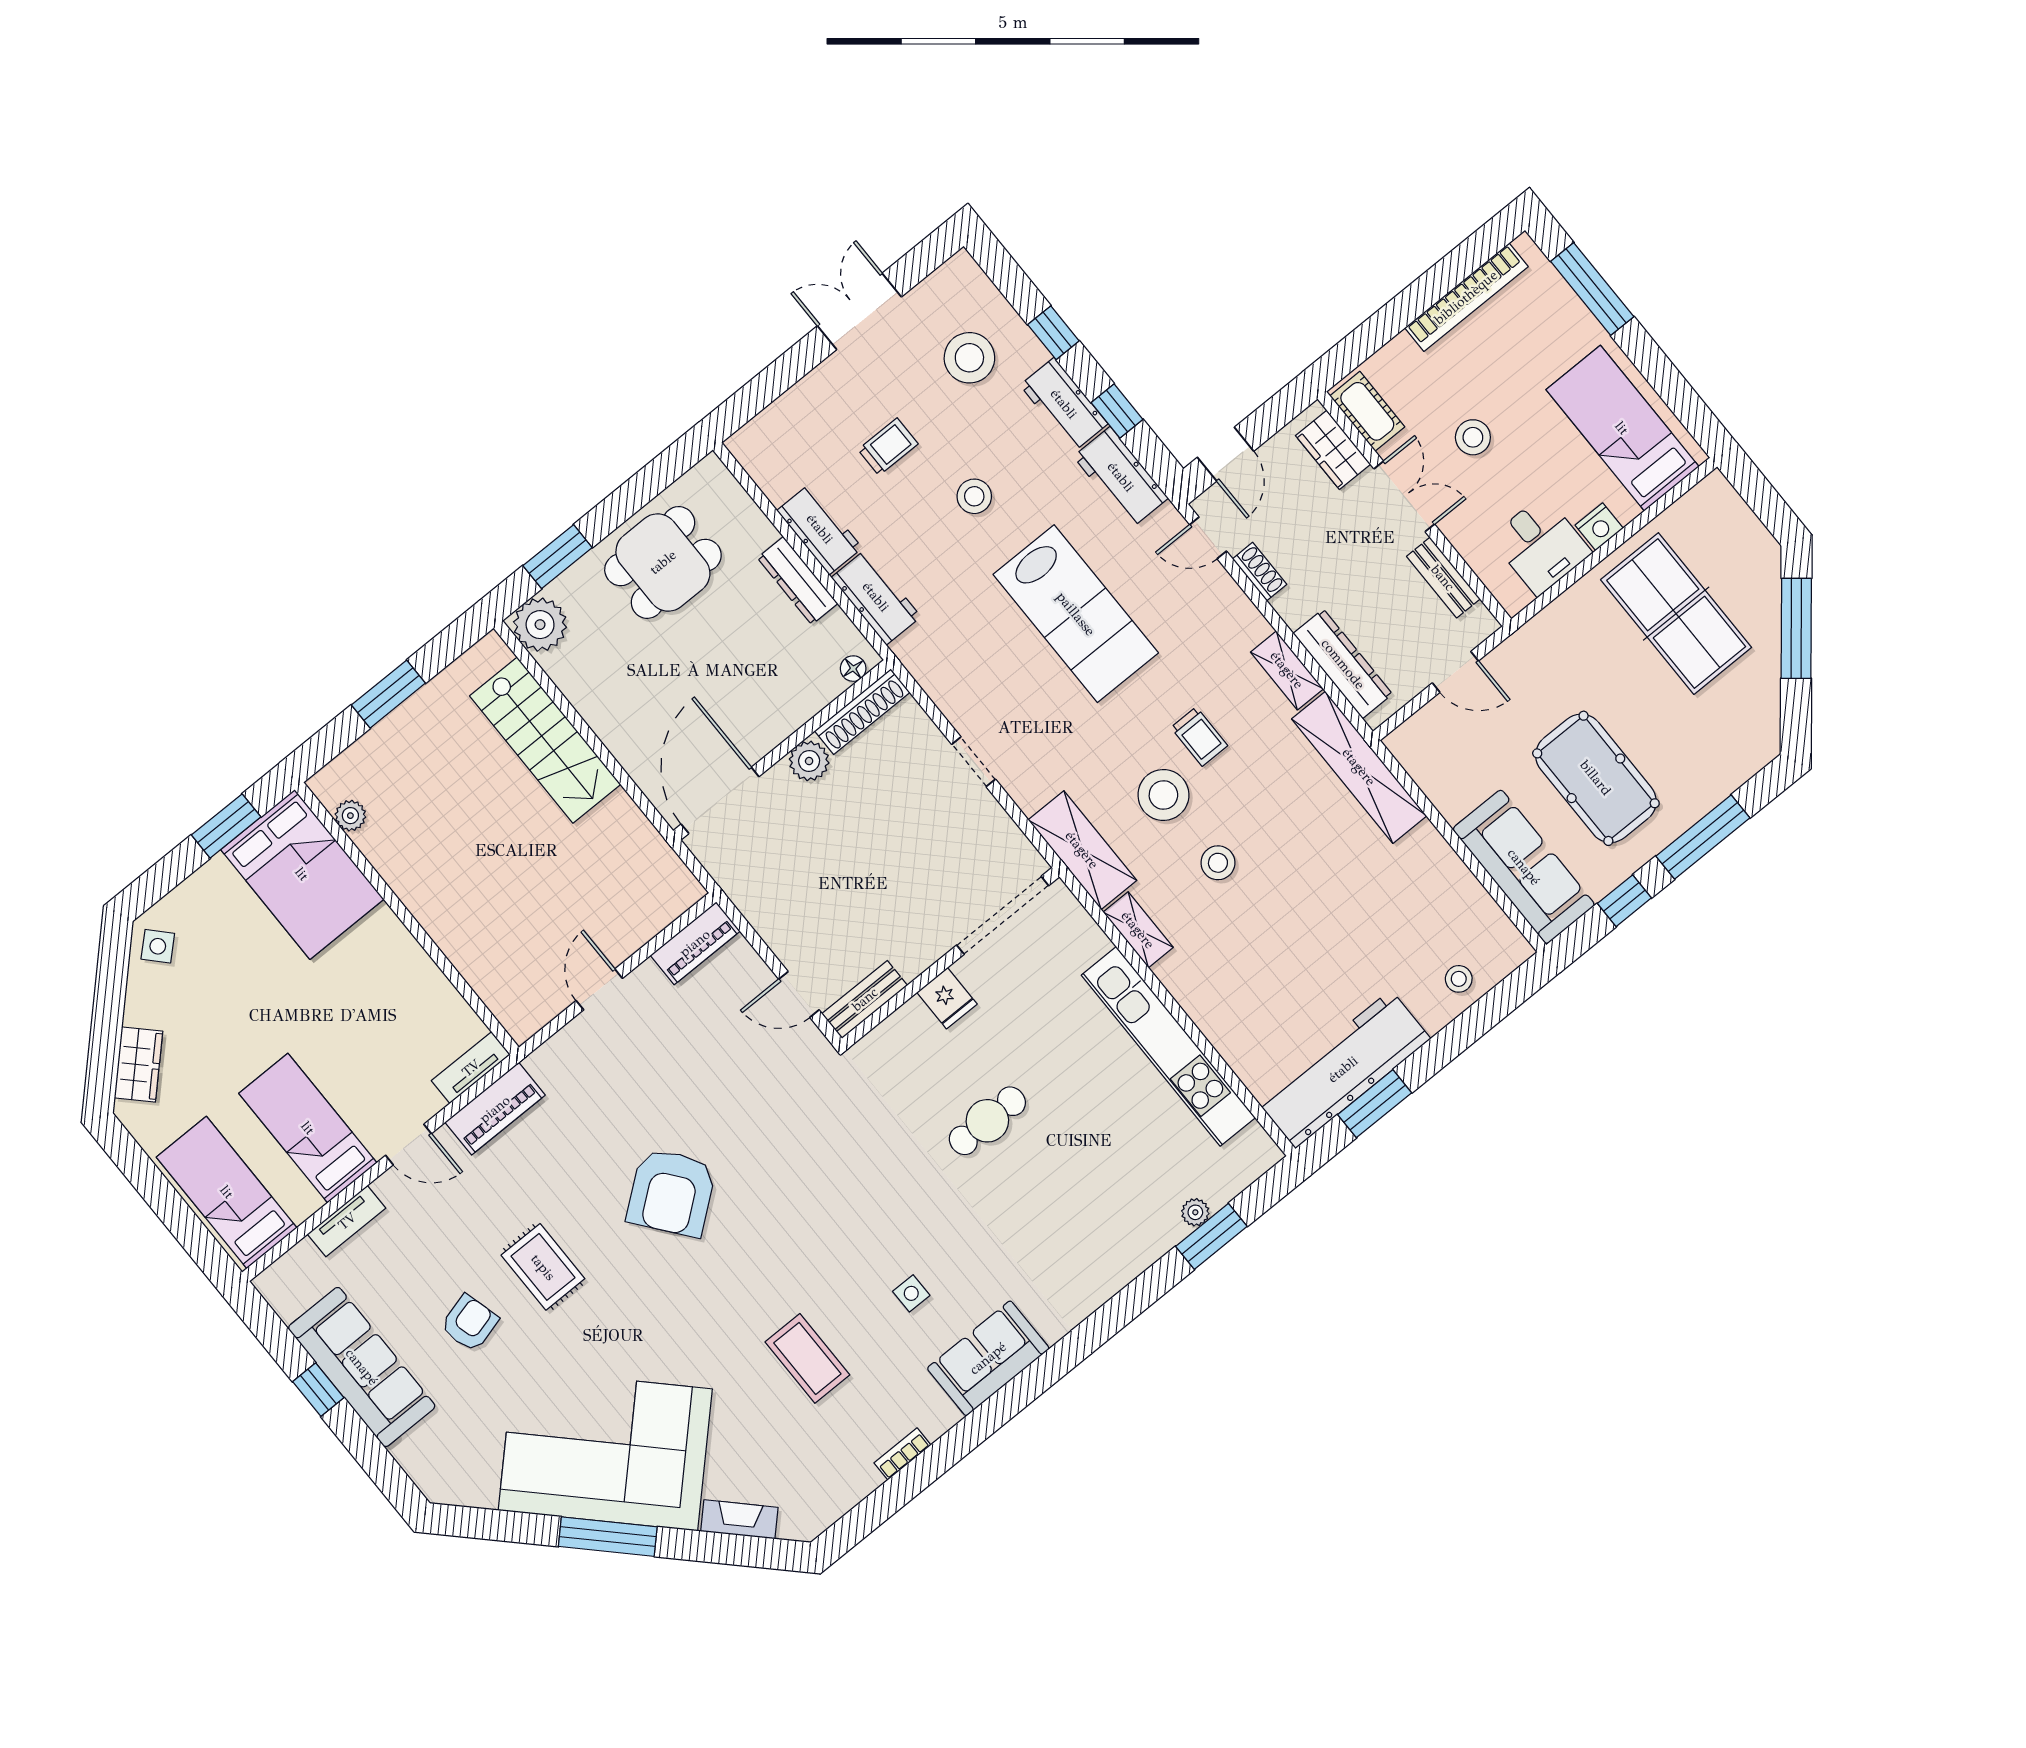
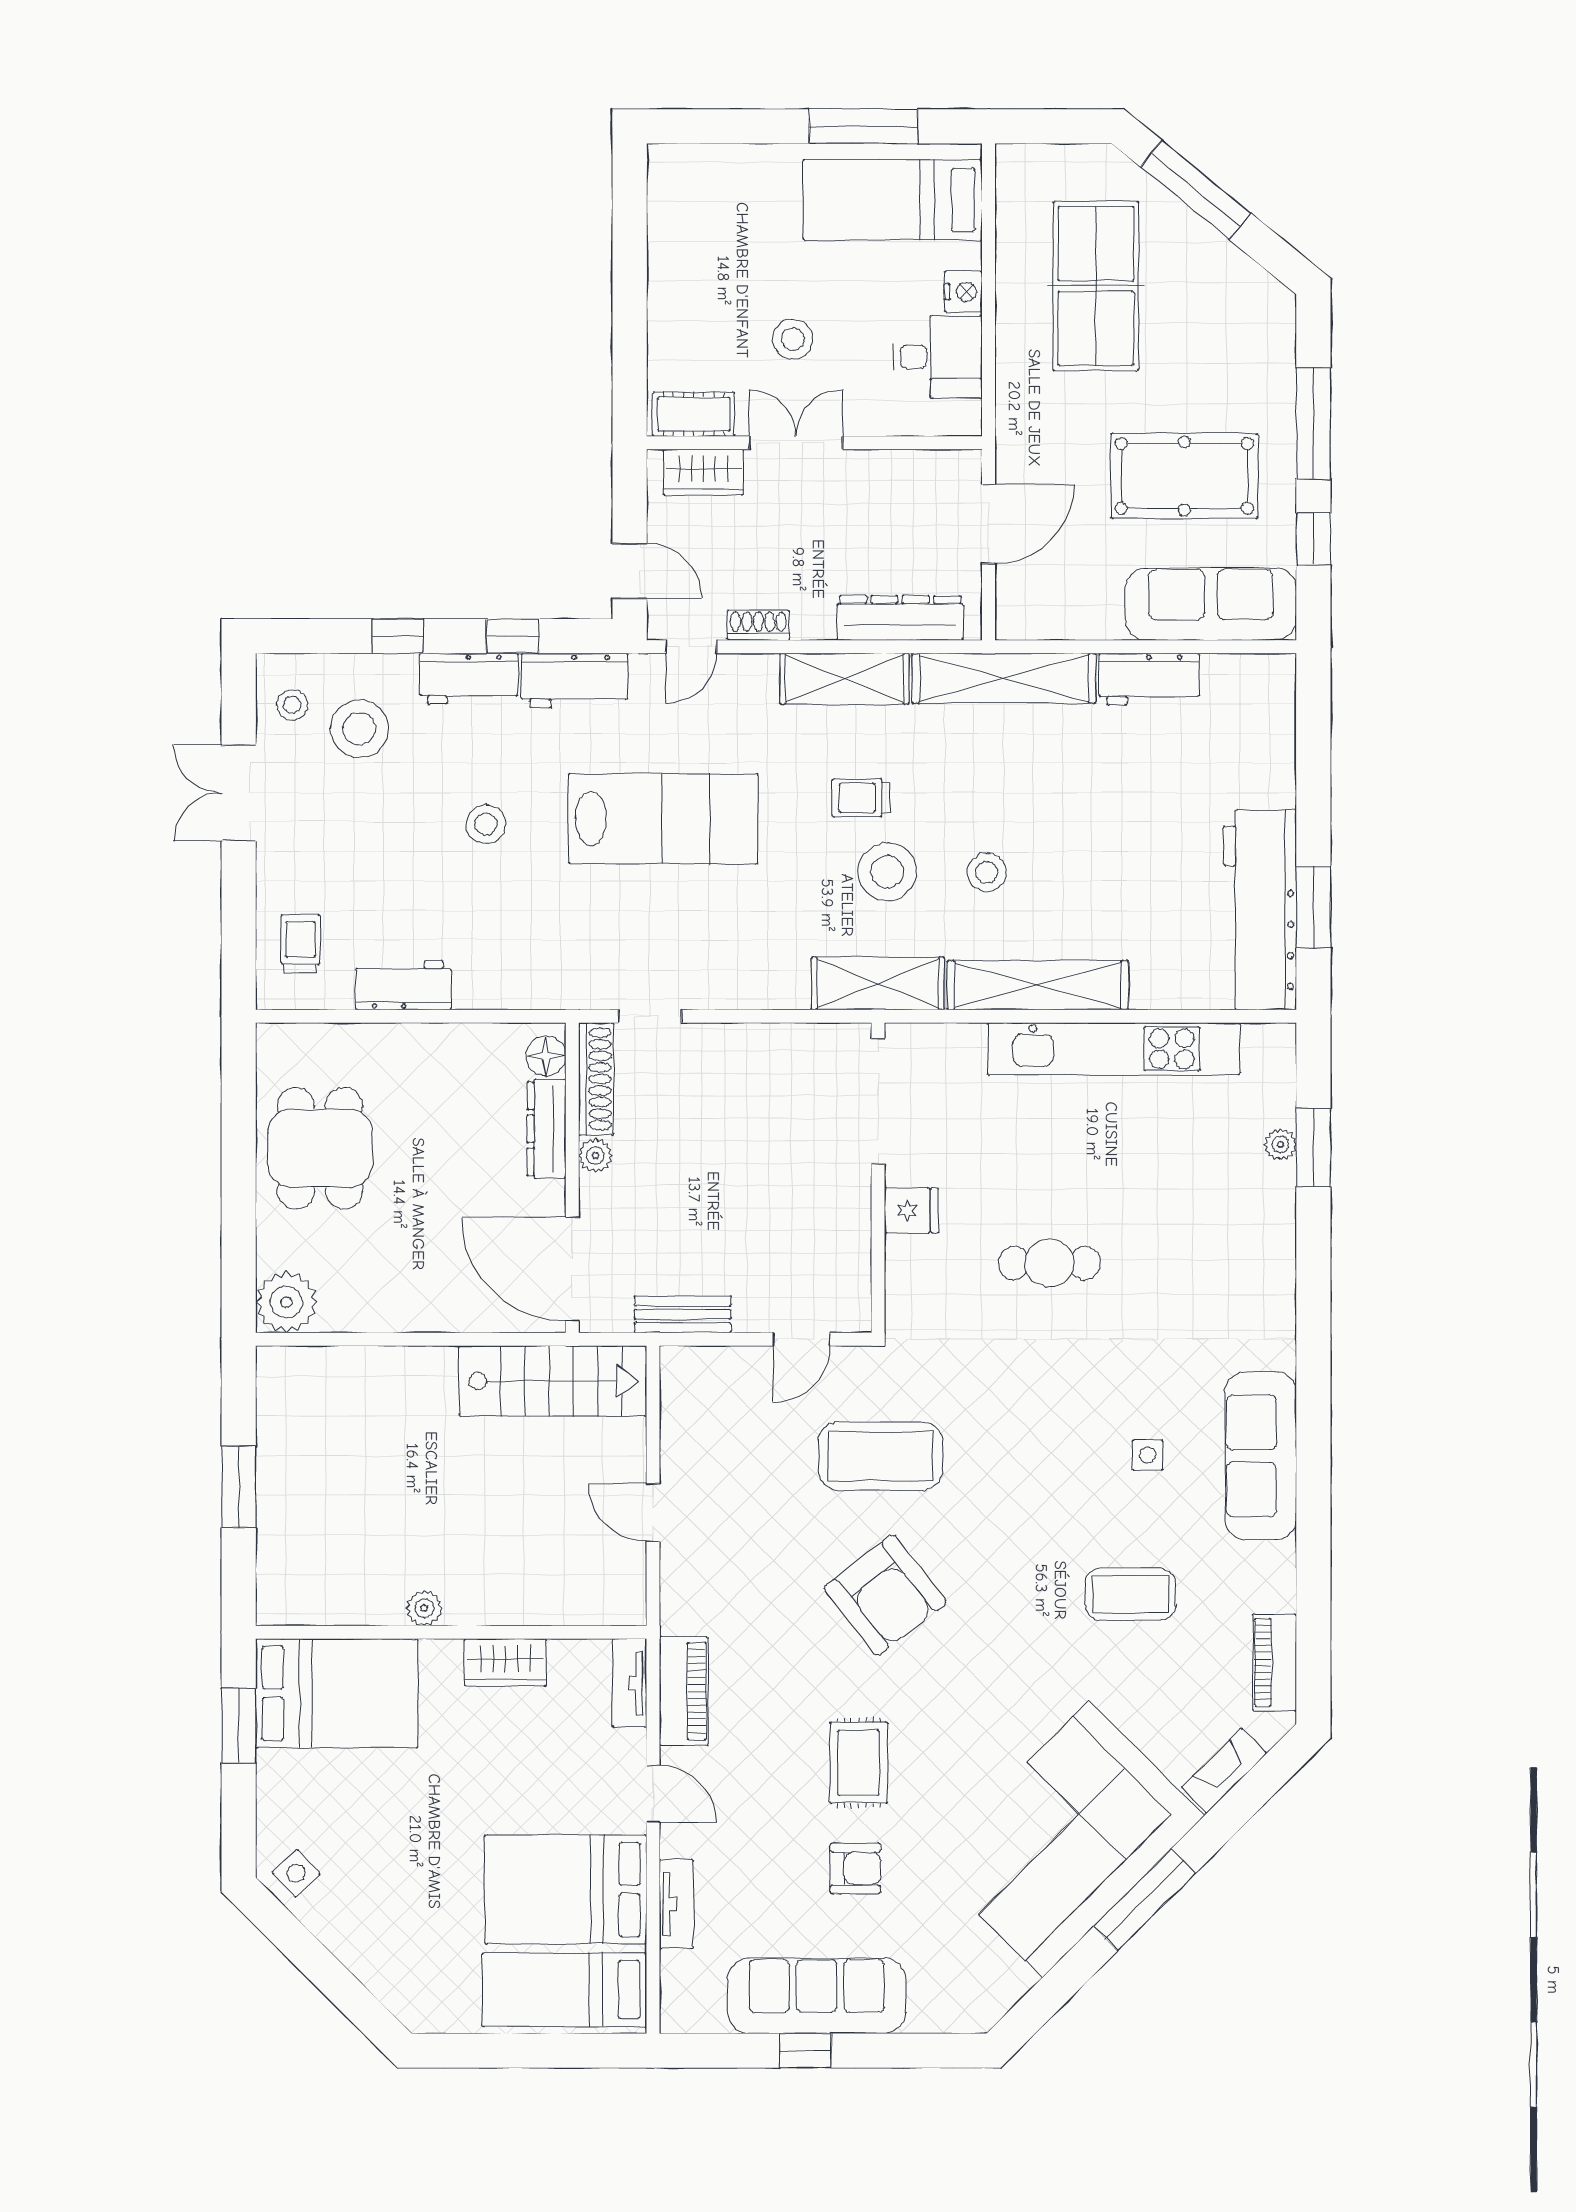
window: (1592, 289) -> (864, 126), moved
bookcase: (1466, 297) -> (664, 244), removed
trolley: (888, 447) -> (300, 944), moved
window: (558, 557) -> (239, 1237), removed
bench: (1443, 578) -> (896, 467), removed
dresser: (797, 581) -> (546, 1129), moved, turned 90
workbench: (876, 597) -> (1149, 679), moved, turned 180
table tennis table: (1676, 614) -> (1096, 286), turned 90
floor lamp: (853, 669) -> (546, 1056), width x1.37, depth x1.37
shelving: (1287, 670) -> (844, 679), width x1.50, depth x1.33
door: (1455, 672) -> (988, 524), width x1.38
trolley: (1199, 736) -> (861, 798), turned 180
stairs: (545, 740) -> (553, 1381), moved
plant: (809, 761) -> (595, 1155), width x0.73, depth x0.73
doorway: (974, 762) -> (650, 1016), moved
plant: (350, 816) -> (424, 1608), moved
shelving: (1138, 930) -> (1038, 985), width x2.20, depth x1.33
piano: (695, 943) -> (1275, 1663), moved, turned 180
stool: (1459, 979) -> (292, 705), moved
bench: (865, 999) -> (683, 1314), moved, turned 90
wardrobe: (138, 1064) -> (505, 1662), moved, turned 135
coffee table: (763, 1113) -> (880, 1456), added
cafe table: (987, 1121) -> (1049, 1263), turned 90
bed: (308, 1128) -> (566, 1889), width x1.50
door: (408, 1144) -> (653, 1794), hinge flipped
rug: (543, 1267) -> (859, 1763), turned 90
armchair: (469, 1323) -> (855, 1868), turned 105
sofa: (988, 1358) -> (1261, 1456), width x1.36
bookcase: (902, 1454) -> (1284, 1579), removed

